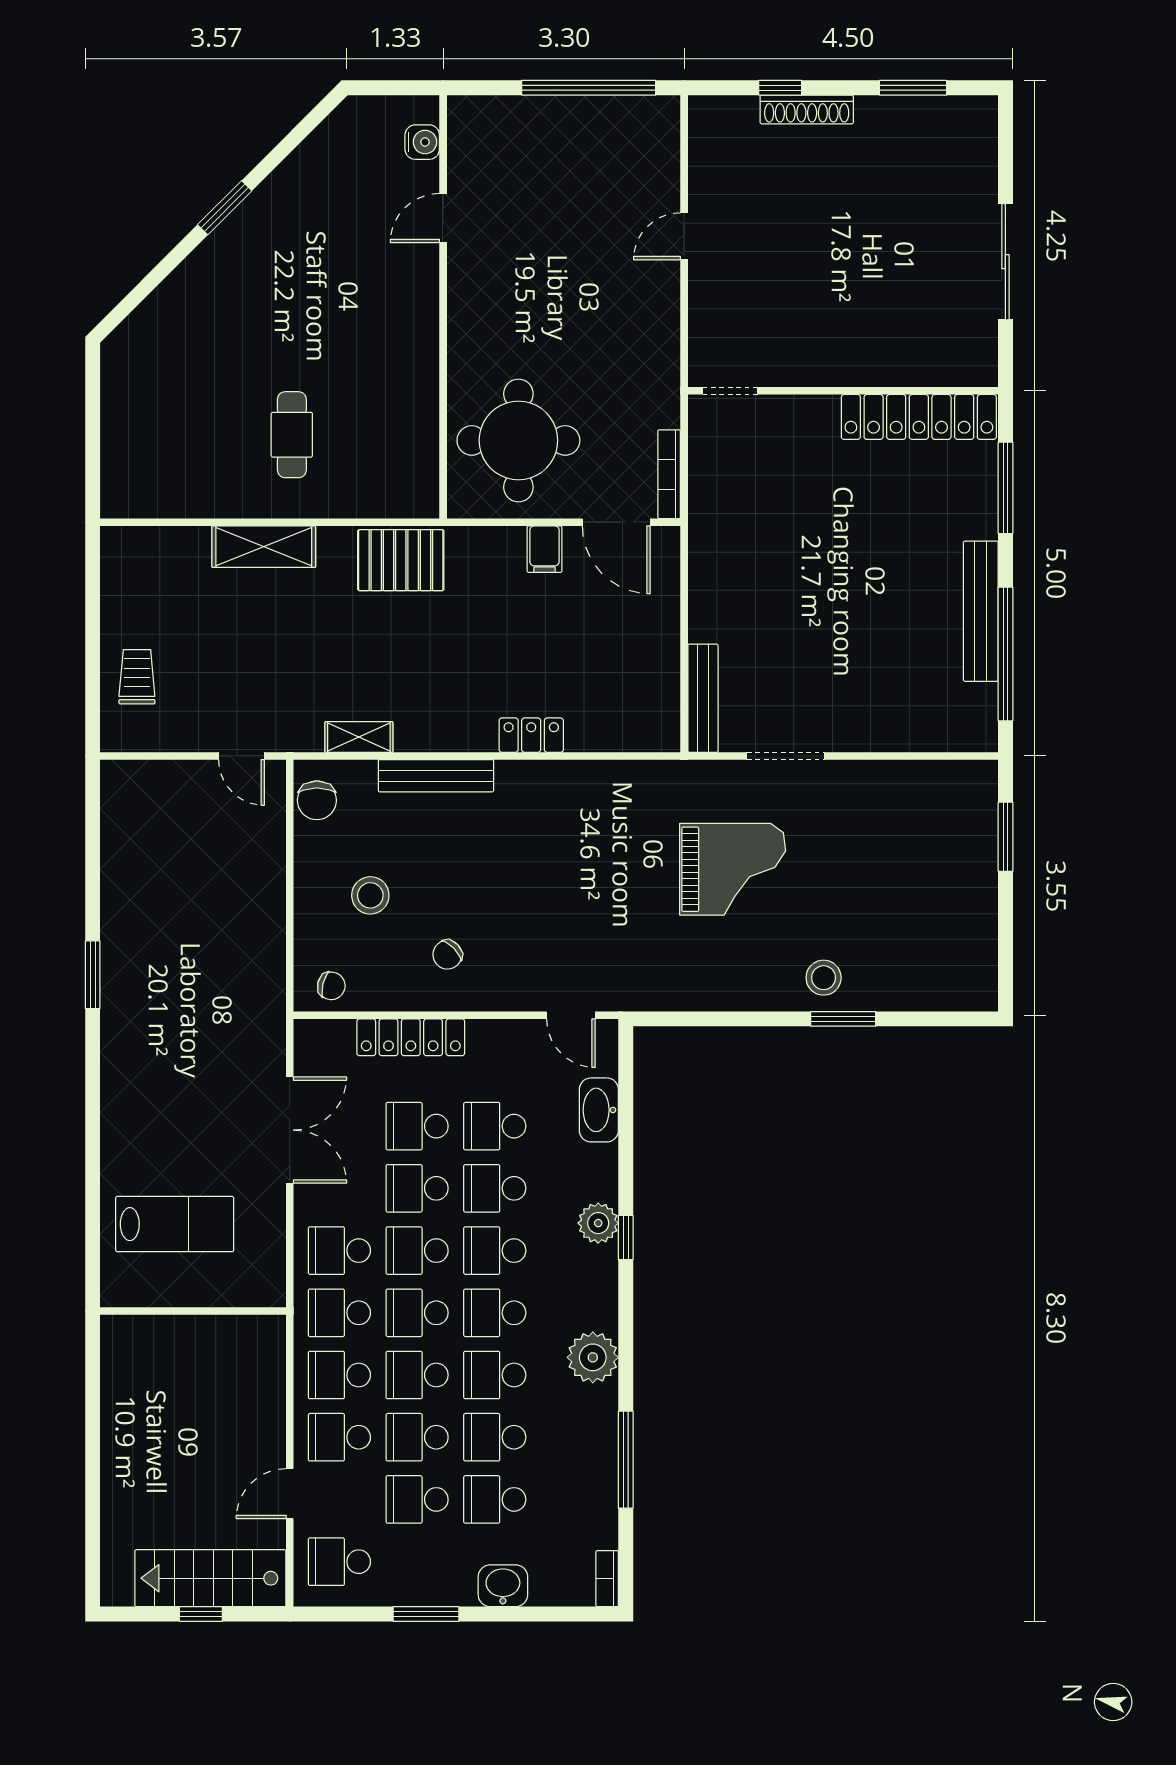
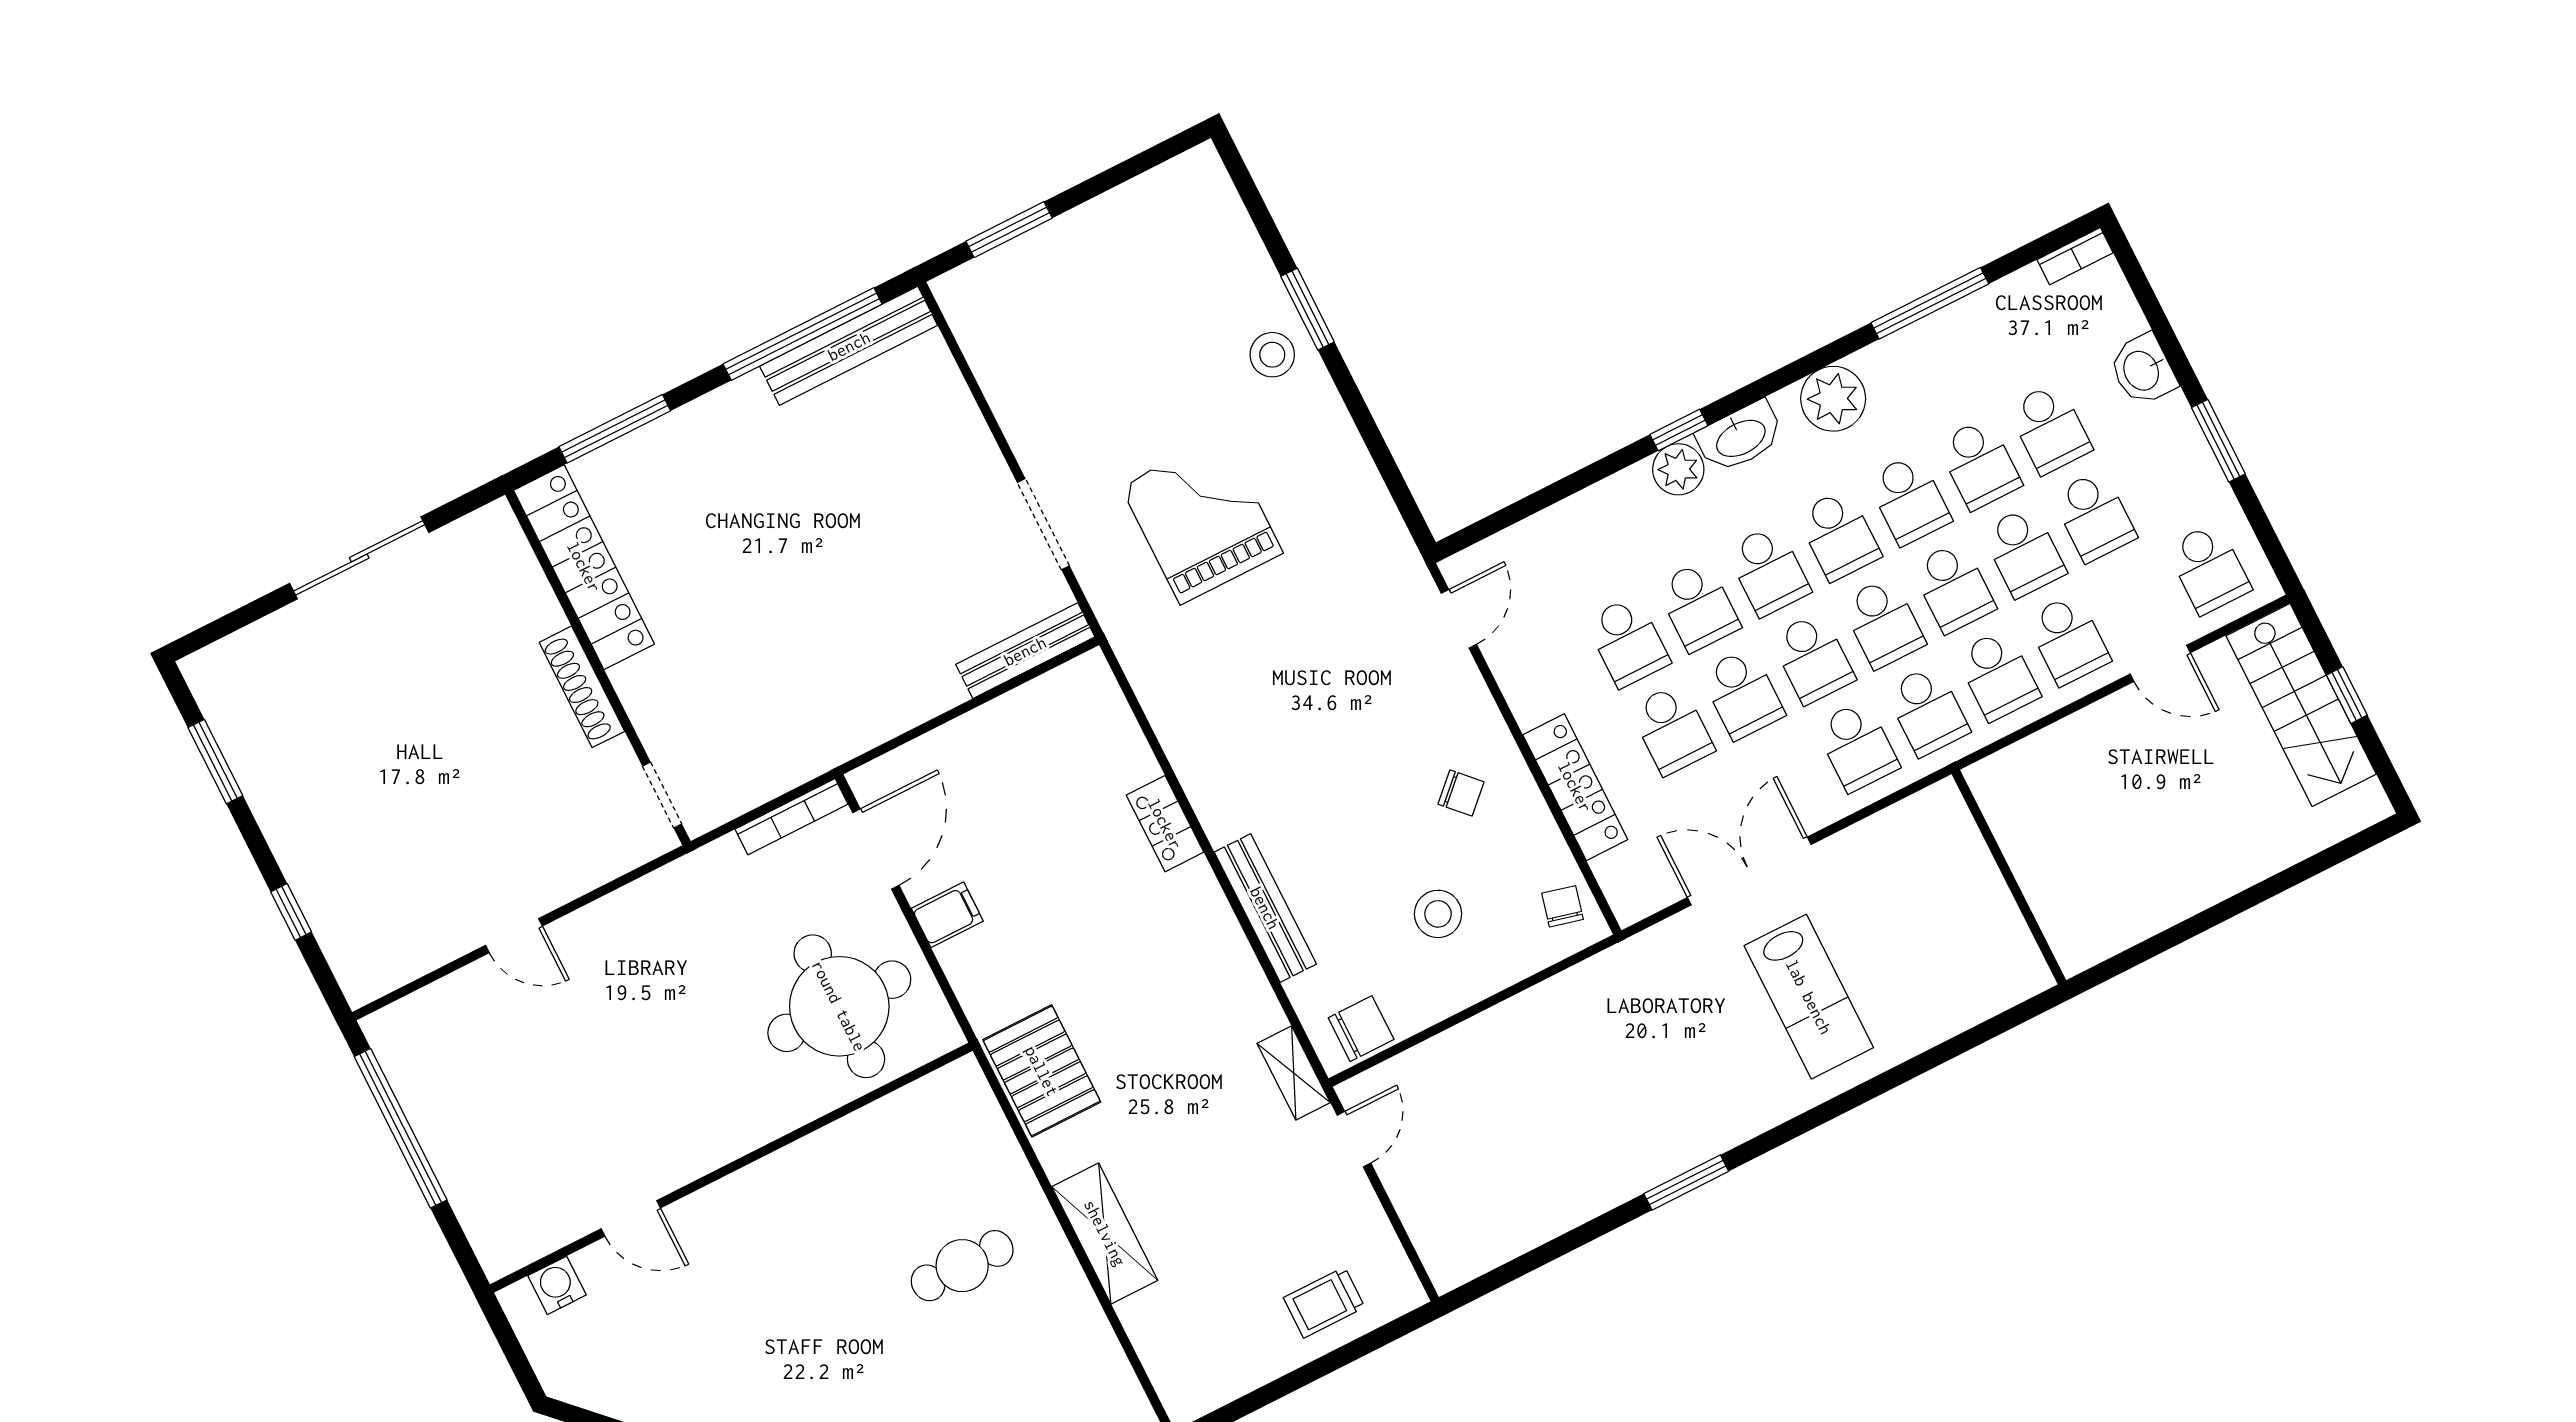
shoe rack: (807, 109) -> (582, 687), moved, turned 180
bench: (981, 611) -> (849, 346), moved
shelving: (359, 737) -> (1294, 1073), moved
washbasin: (599, 1110) -> (1740, 437), moved
lab bench: (175, 1224) -> (1809, 997), moved, turned 180

